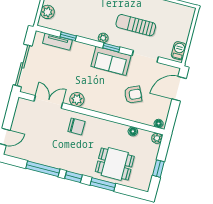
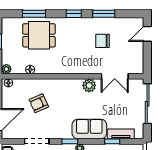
sofa: (111, 61) -> (89, 129), moved
chair: (76, 126) -> (103, 41), moved
window: (43, 169) -> (104, 14), width x0.69
window: (103, 184) -> (34, 14), moved

